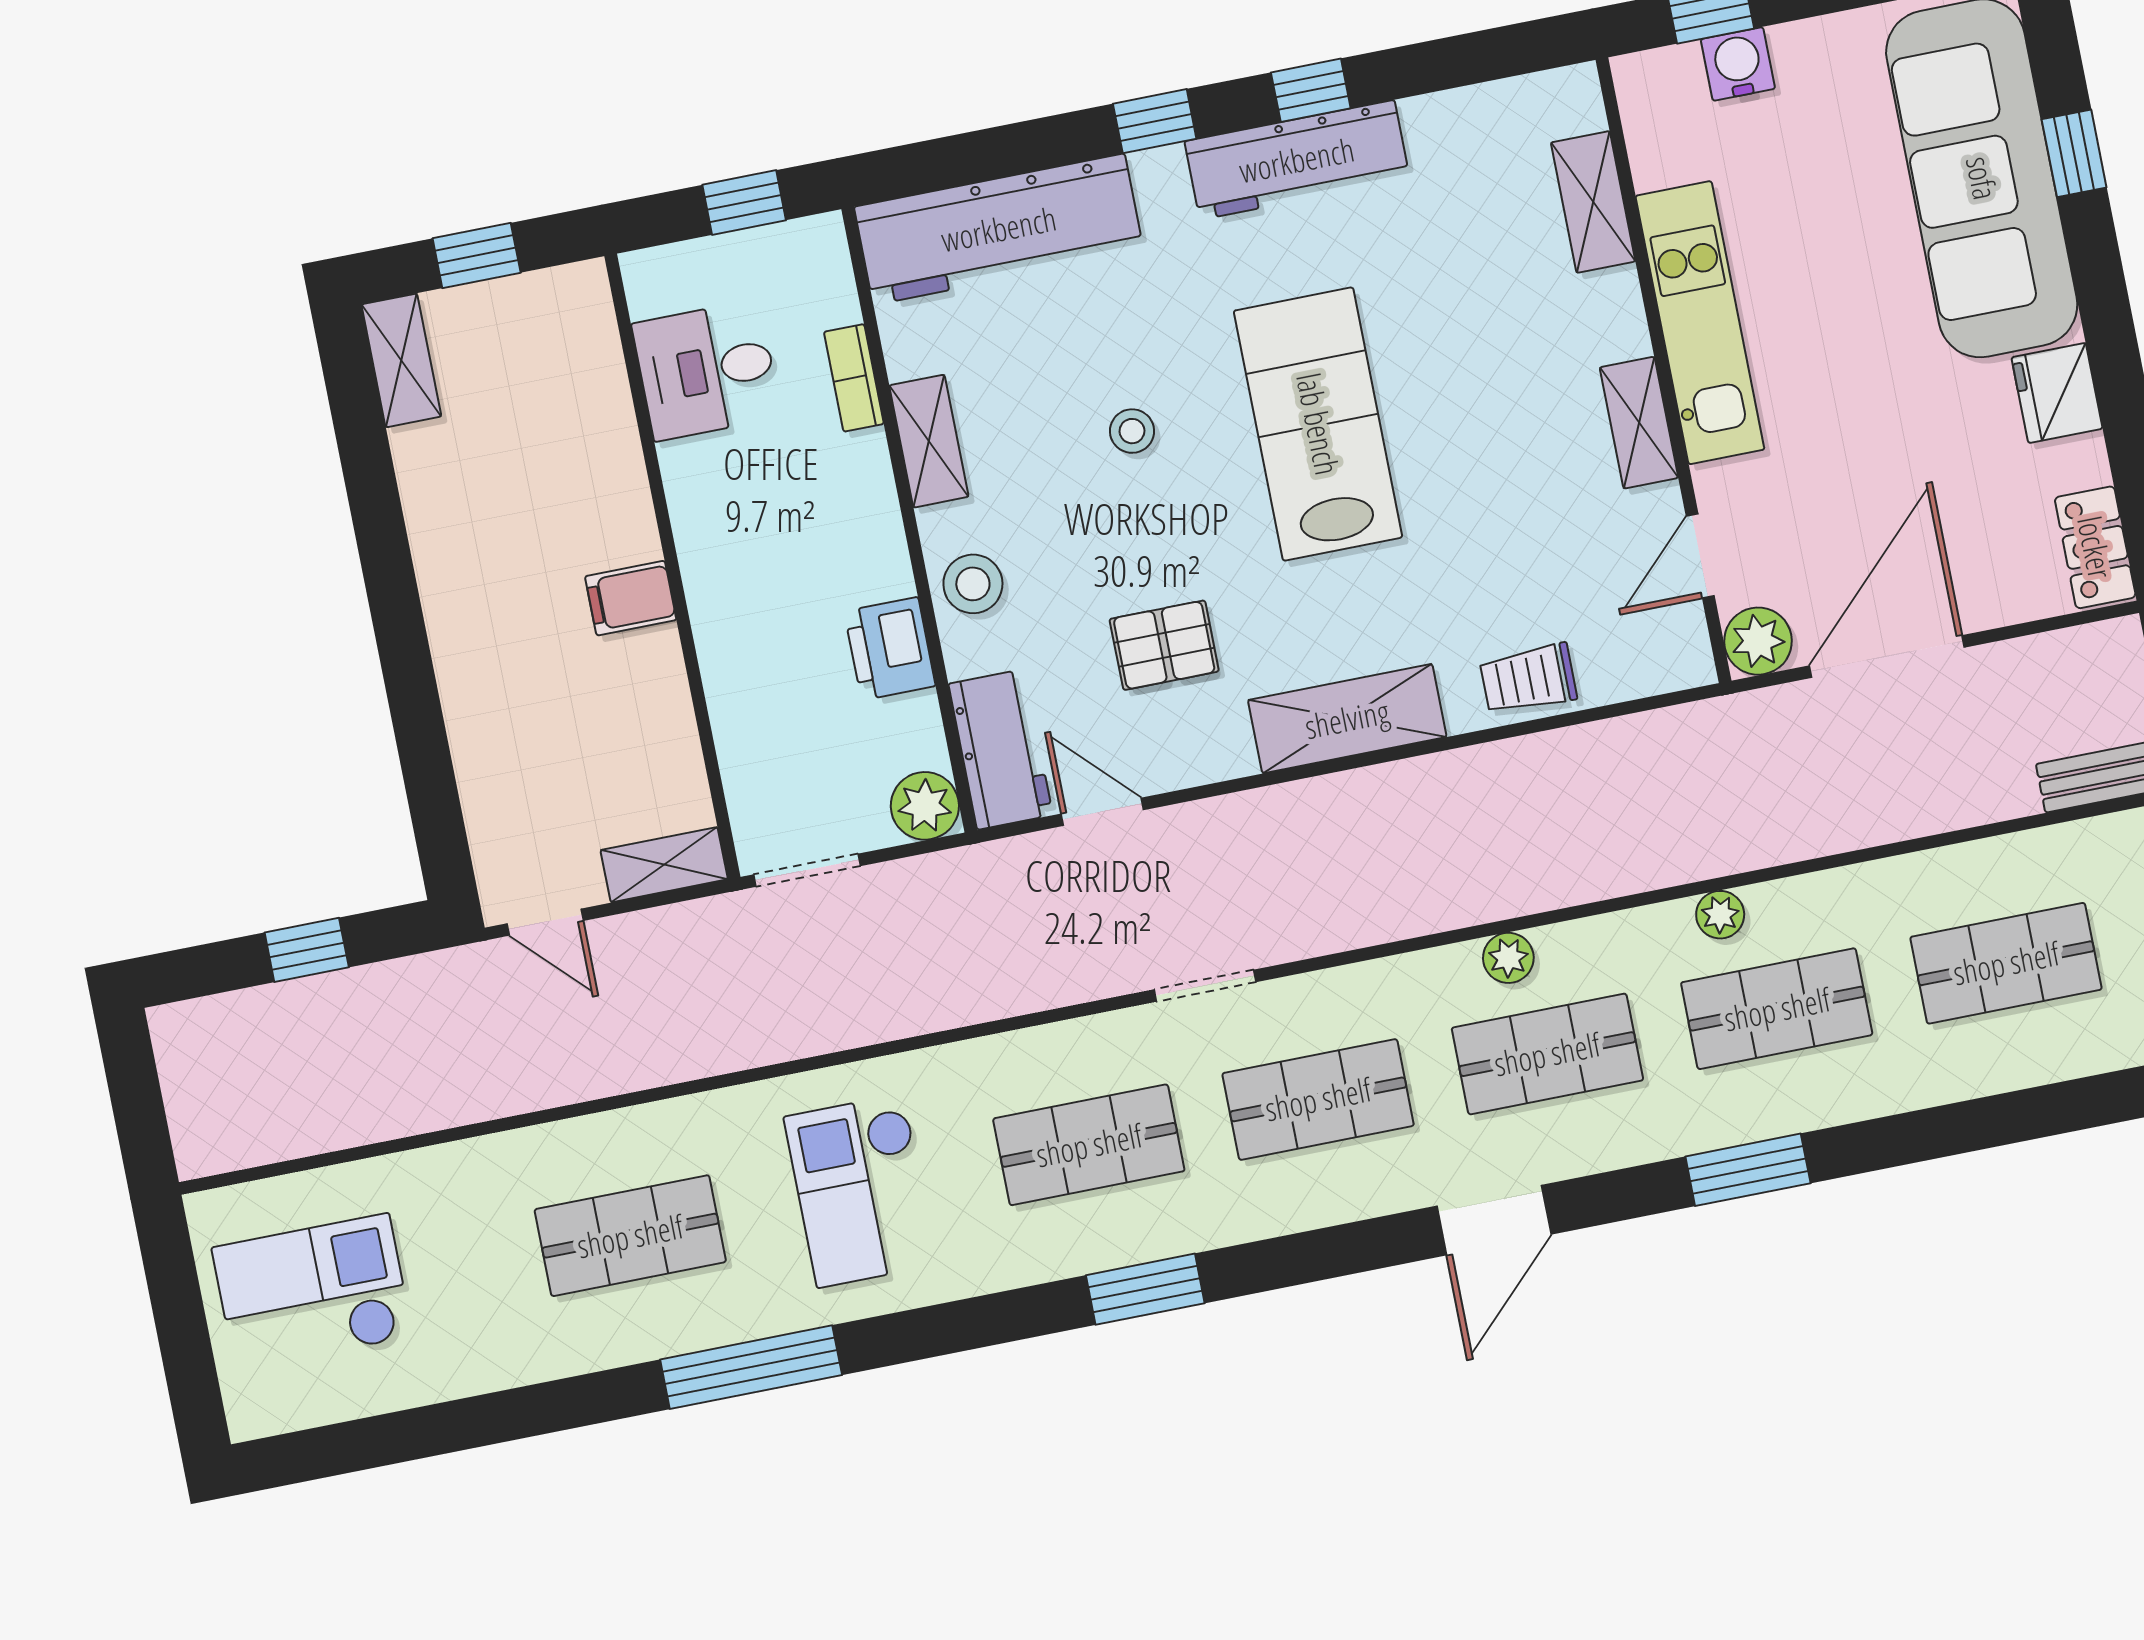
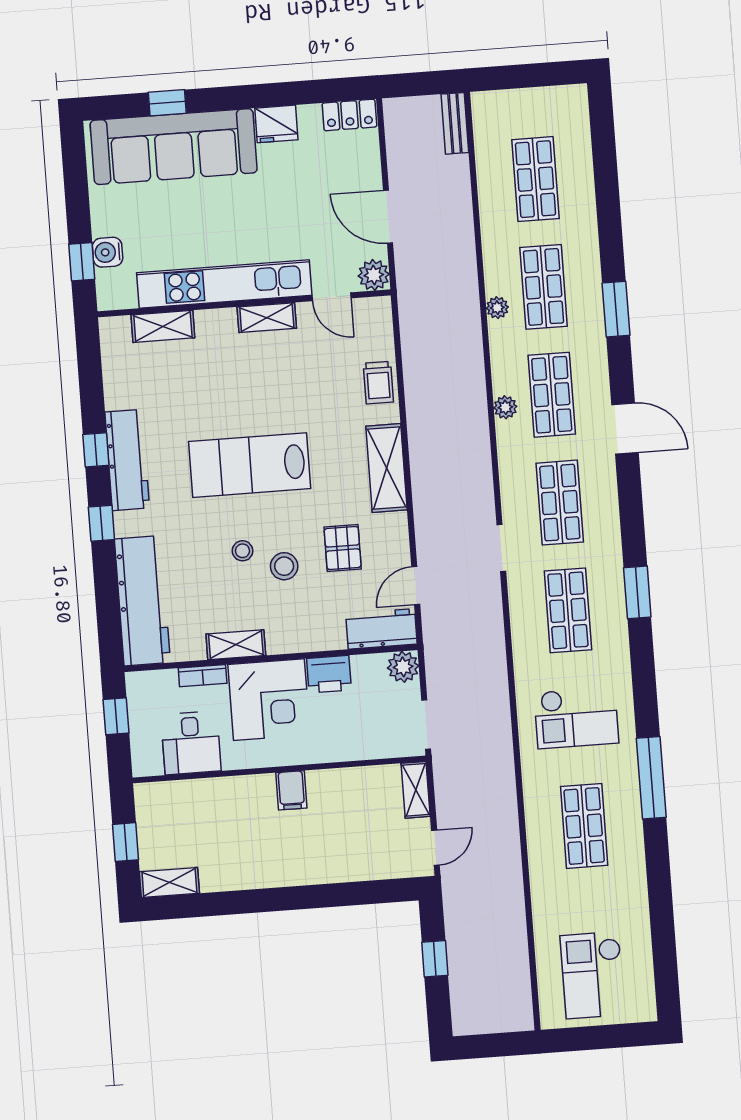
kitchen unit: (1700, 323) -> (224, 284), width x1.36
corner desk: (820, 526) -> (269, 700), added
stool: (973, 584) -> (284, 566), moved
door: (1887, 656) -> (388, 217), width x0.73

